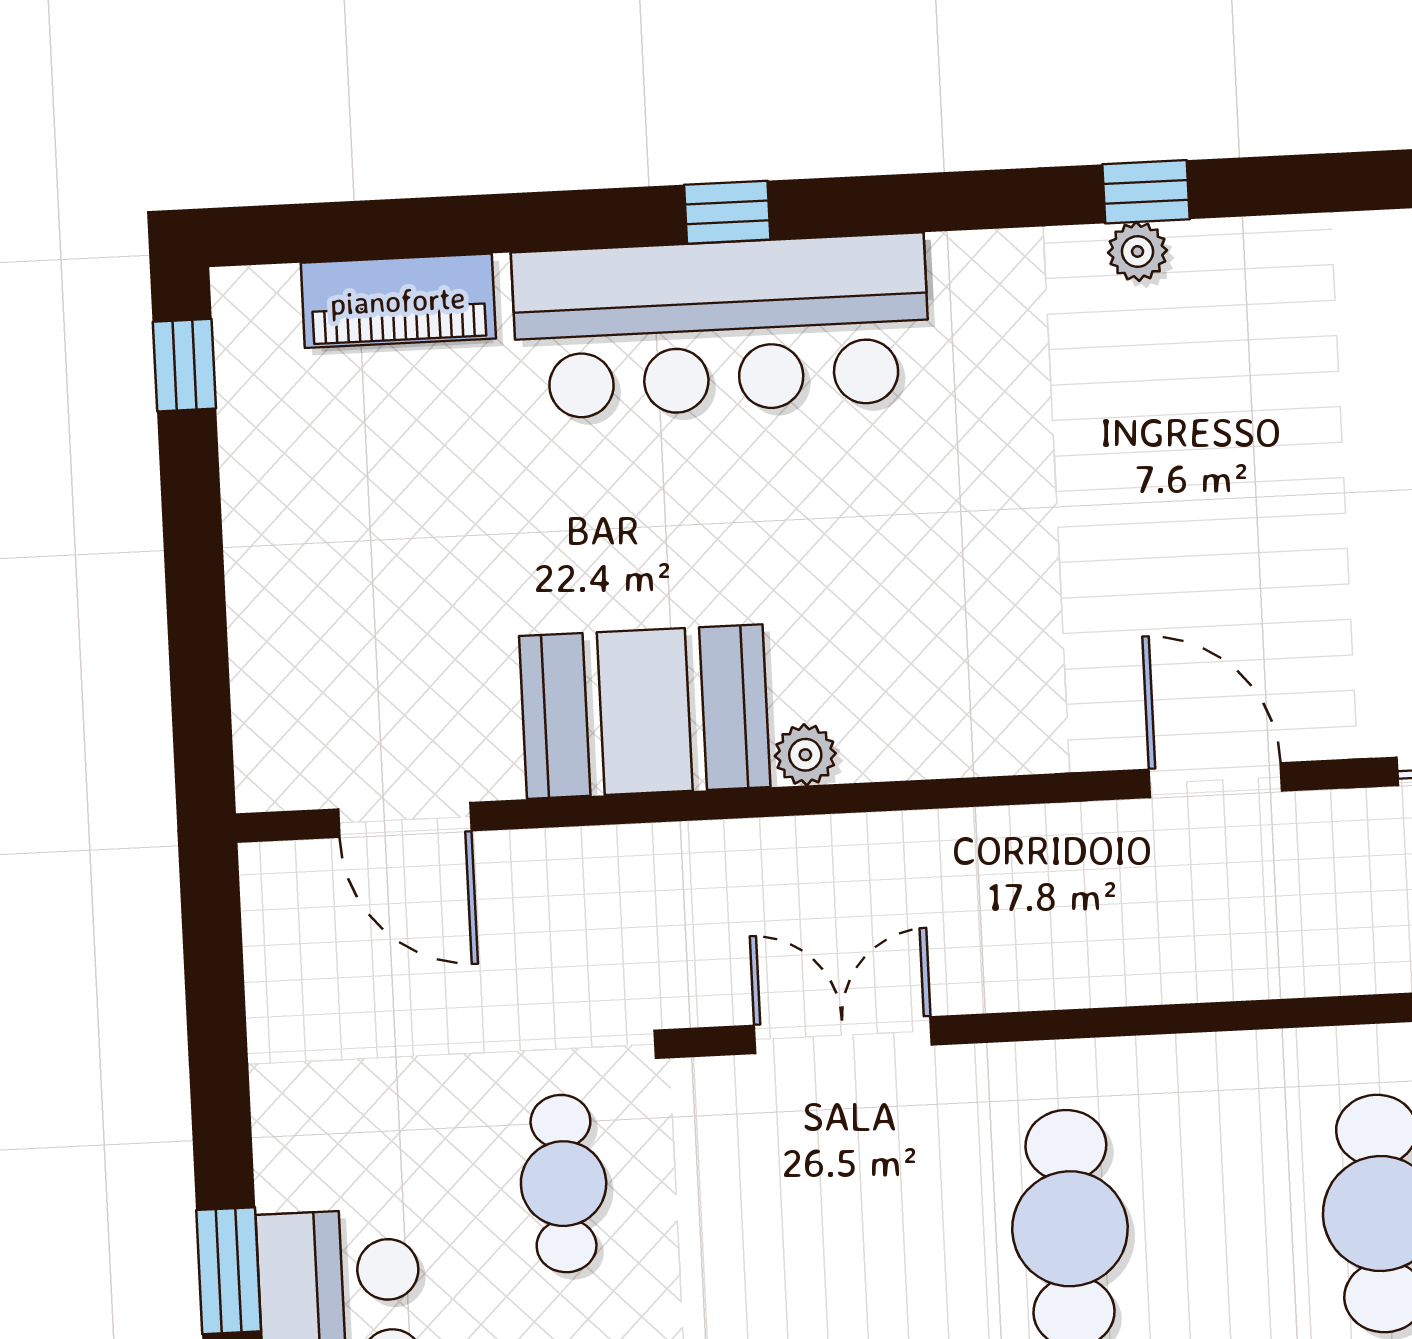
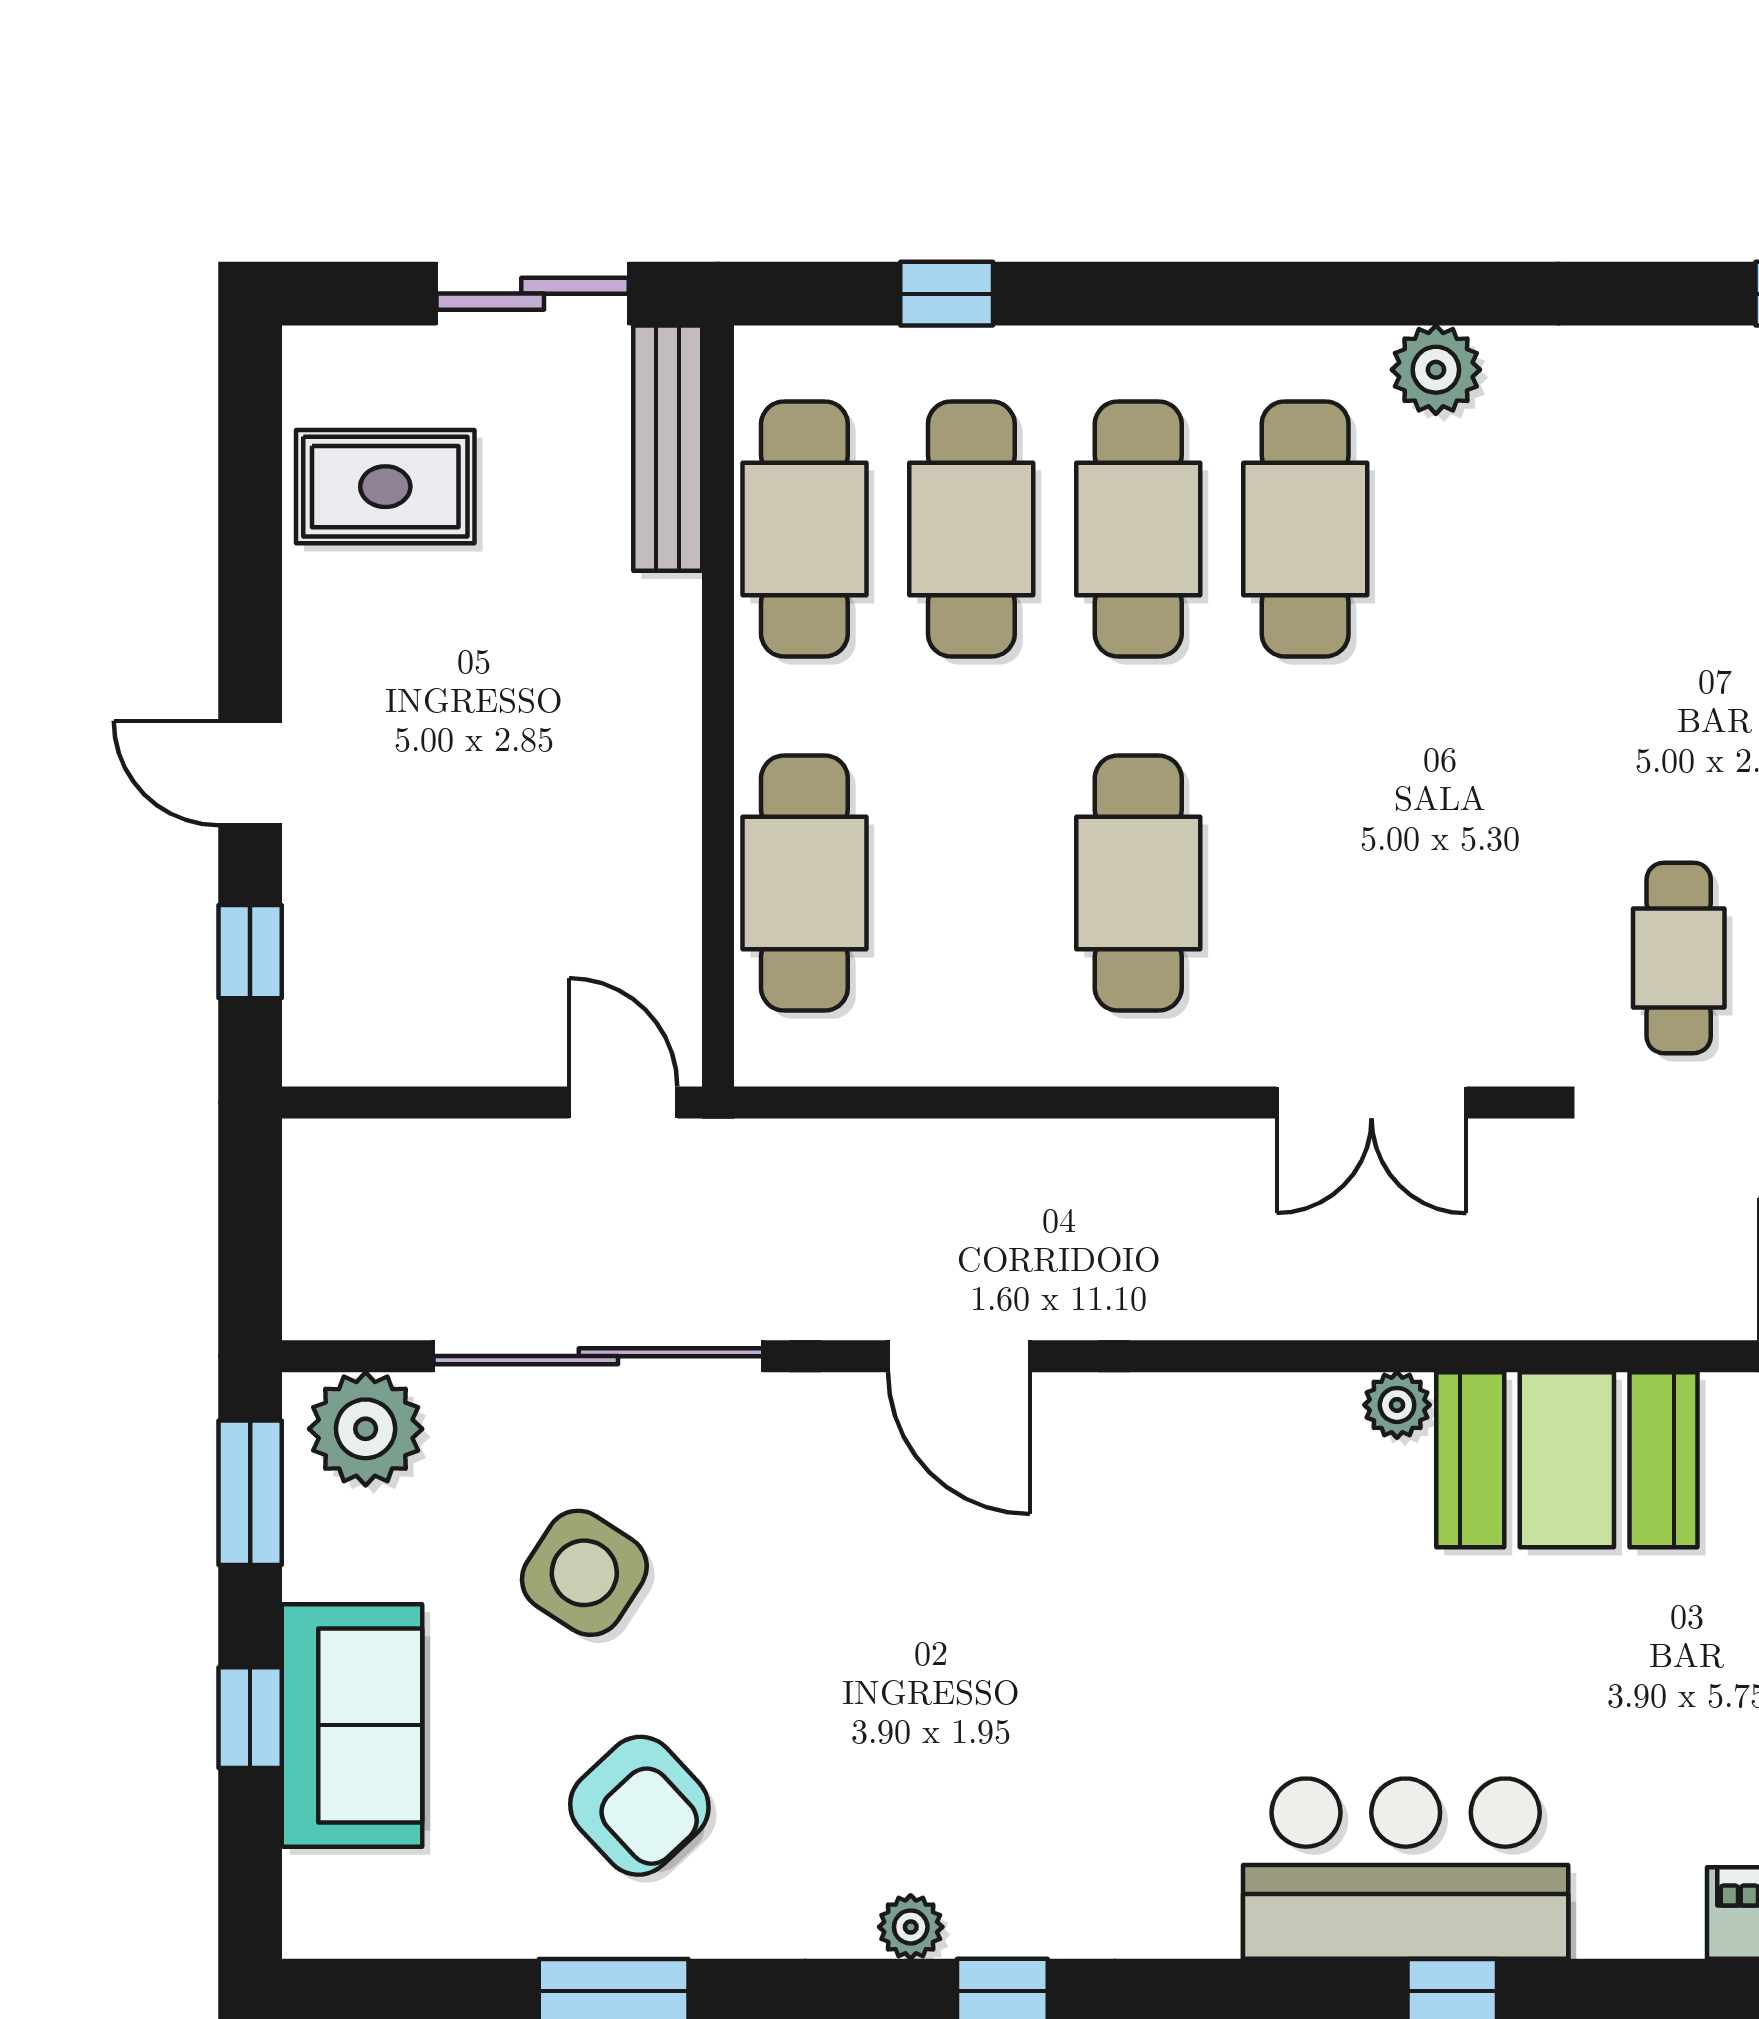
plant: (1138, 251) -> (911, 1927), moved
bar counter: (721, 326) -> (1406, 1869), width x0.73

